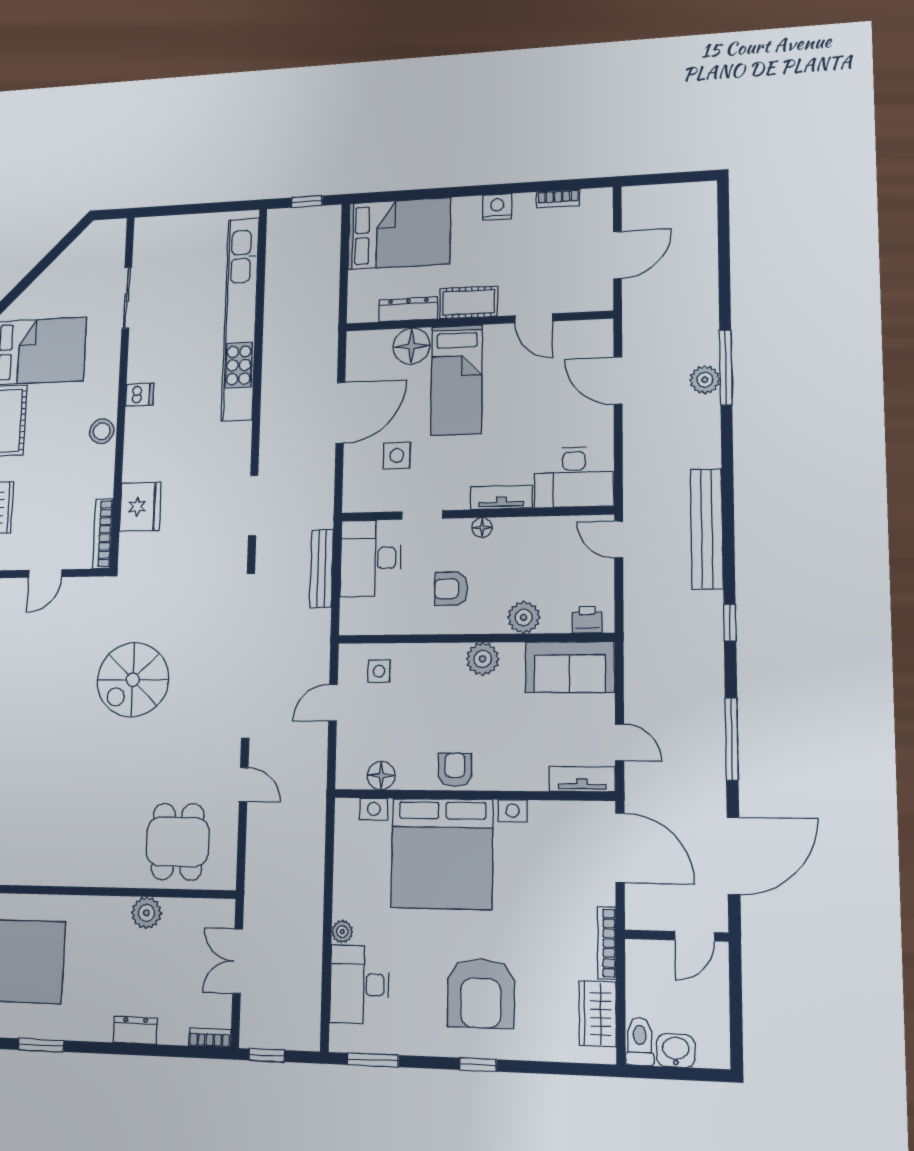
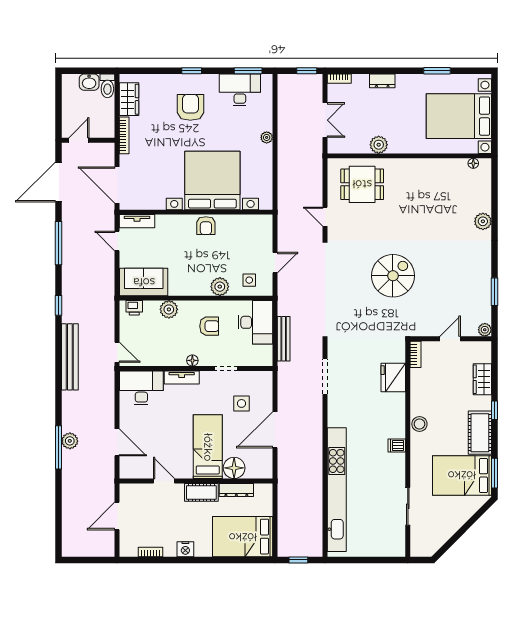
bookcase: (103, 534) -> (415, 354), width x0.64
desk: (370, 558) -> (255, 322), moved
plant: (483, 659) -> (220, 287), moved
floor lamp: (381, 776) -> (247, 222), removed
dining table: (178, 842) -> (362, 184), turned 90
desk: (359, 984) -> (240, 90), moved, turned -90
armchair: (481, 993) -> (190, 107), width x0.73, depth x0.73

